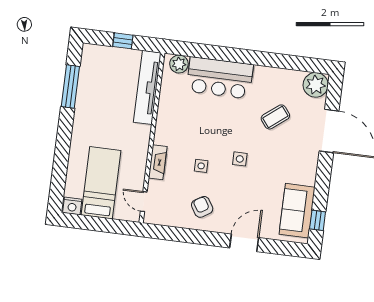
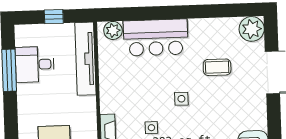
desk: (96, 85) -> (35, 64), added
coffee table: (275, 117) -> (217, 67), turned 38
side table: (240, 159) -> (181, 99), moved

